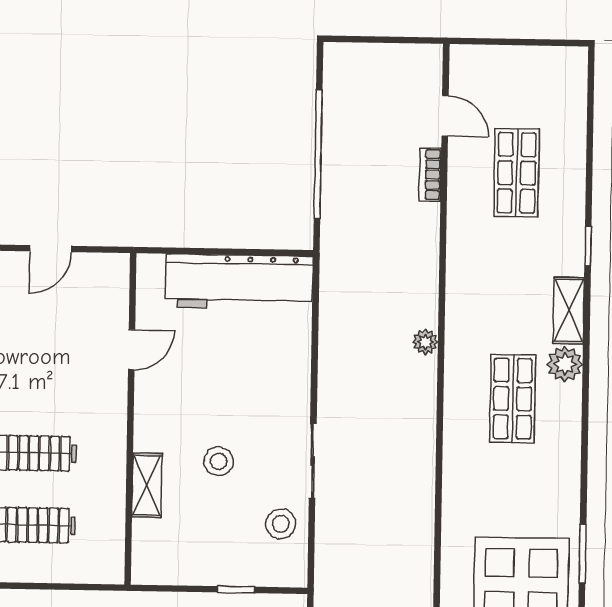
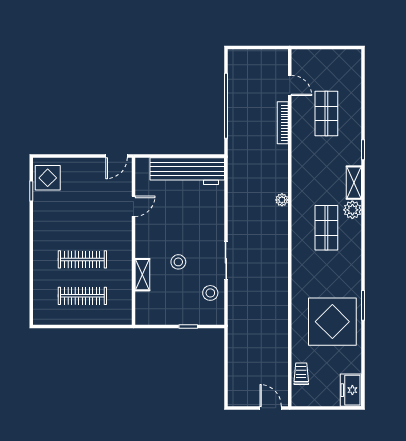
bookcase: (430, 175) -> (283, 123), width x1.56
door: (50, 249) -> (117, 156), moved

